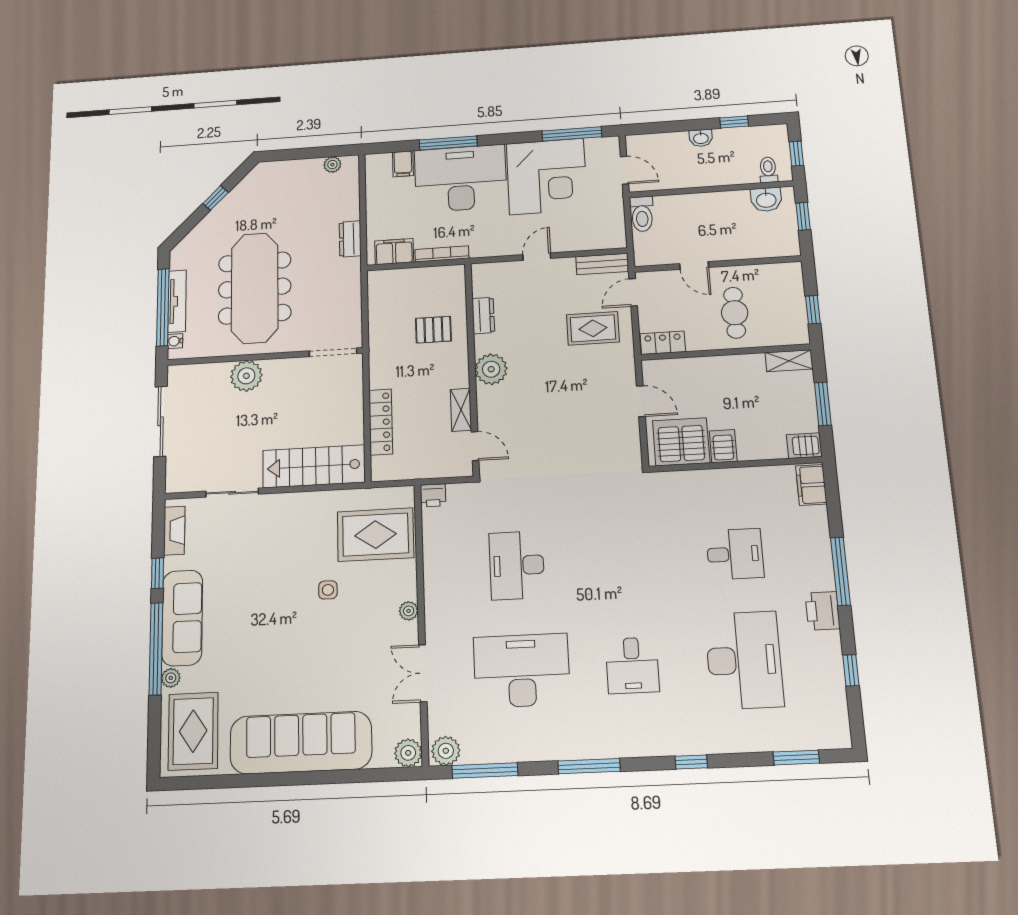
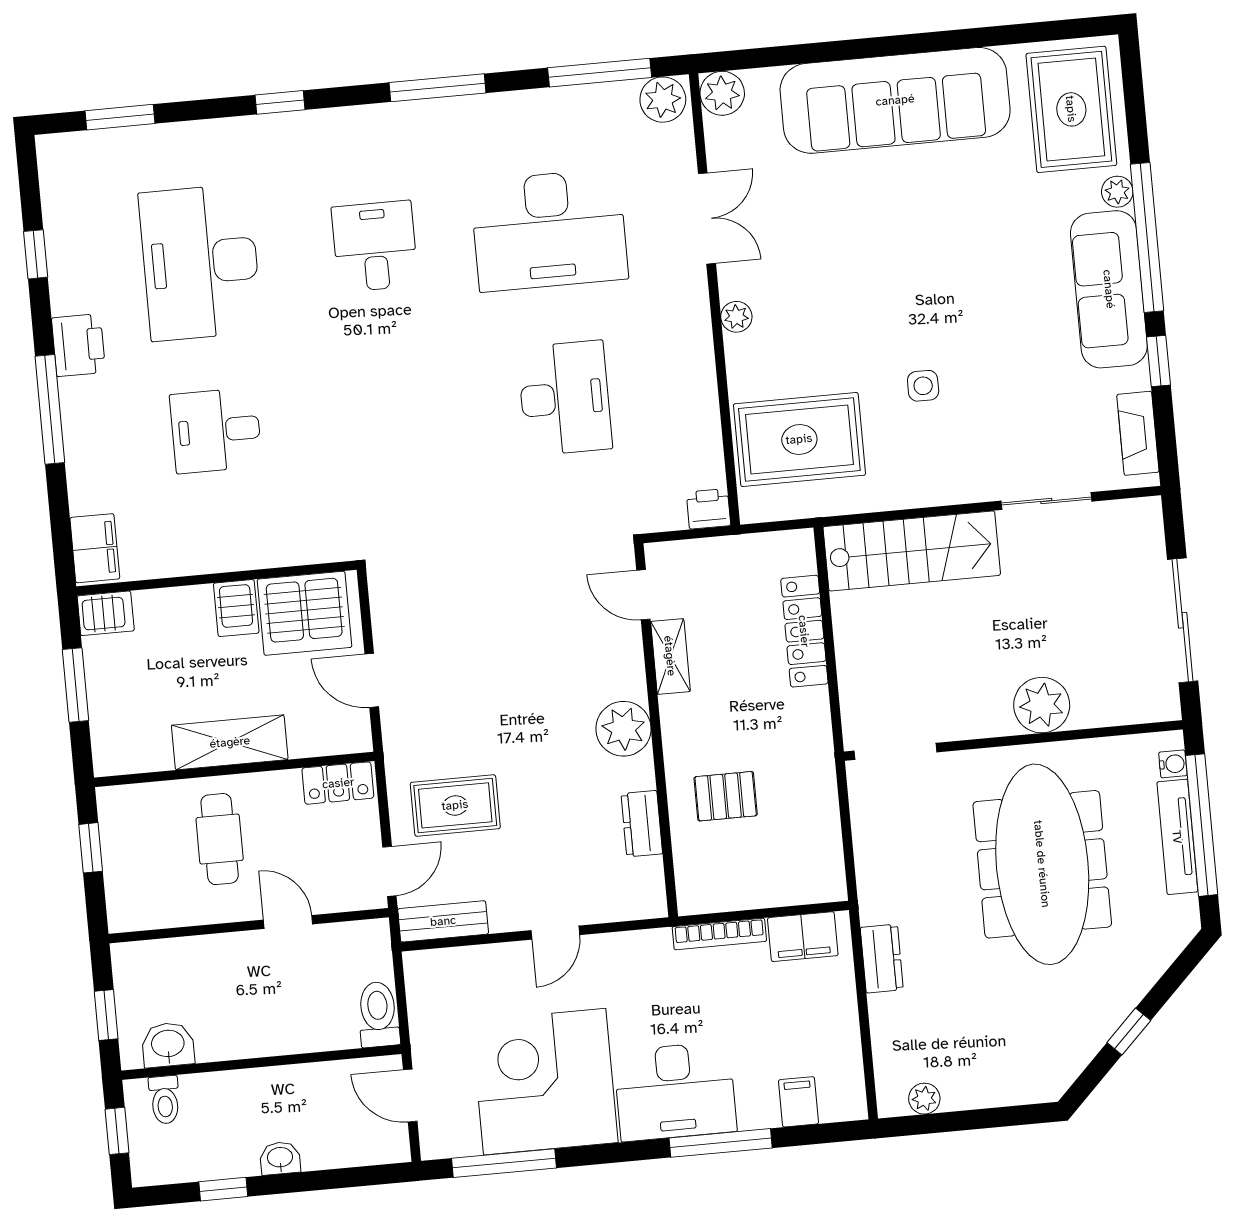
desk: (461, 178) -> (675, 1091), width x0.73, depth x0.77
shelving: (789, 361) -> (230, 742), moved, width x1.50, depth x1.33
side table: (328, 590) -> (923, 386), moved

